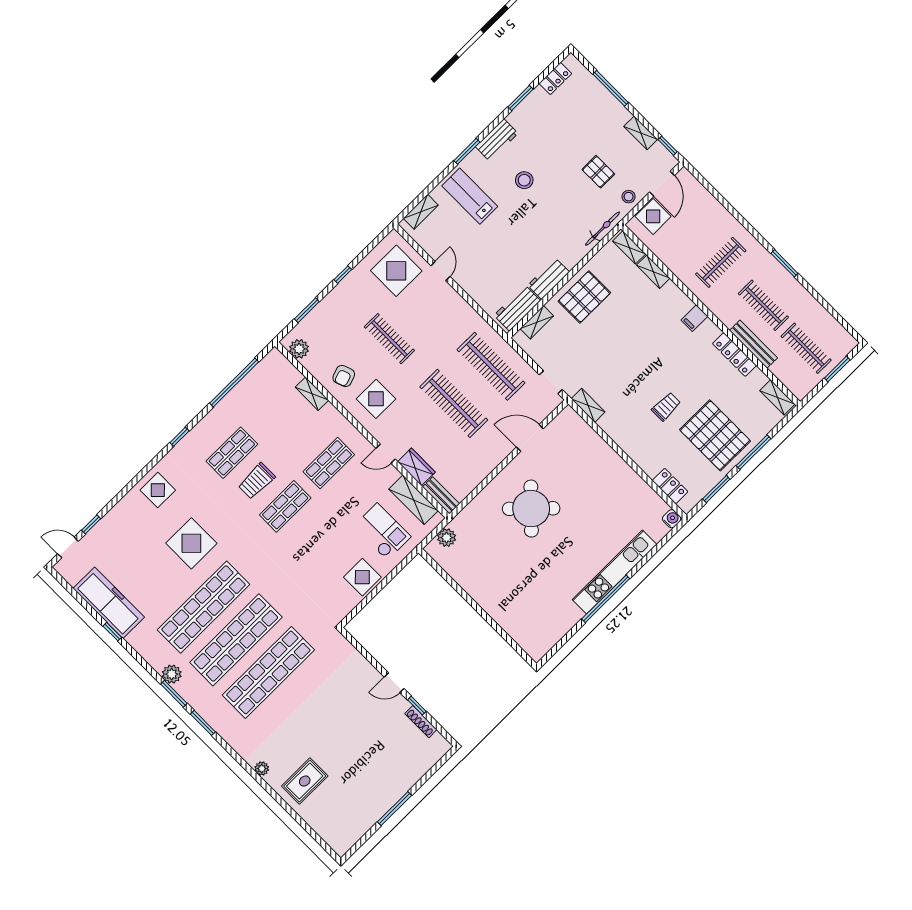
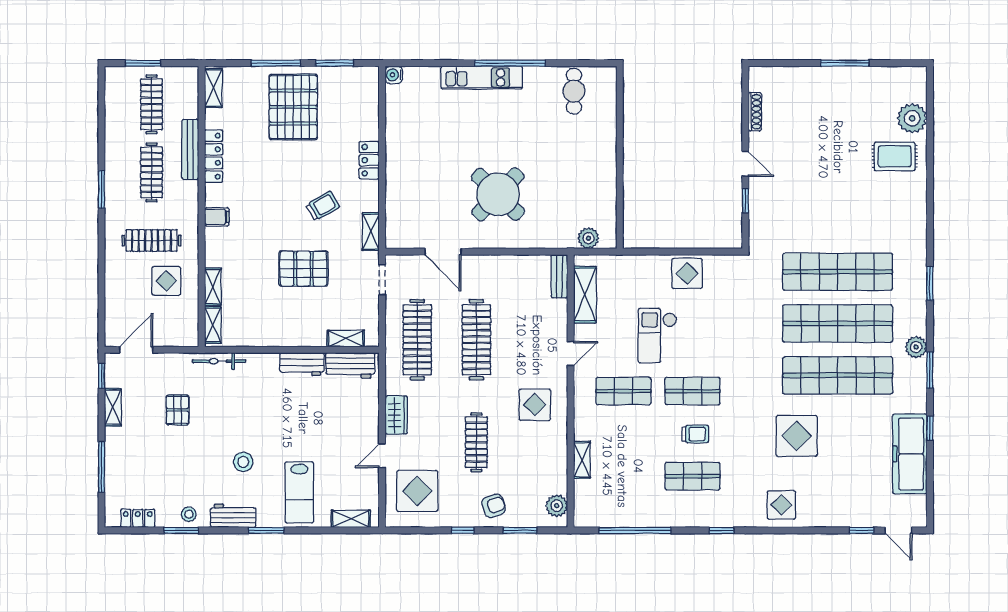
stool: (629, 197) -> (189, 514), moved
display table: (653, 216) -> (166, 281), moved
pallet: (584, 297) -> (303, 269), moved
armchair: (344, 376) -> (493, 506), moved
trolley: (666, 407) -> (323, 206), moved, turned 150
door: (386, 454) -> (571, 353), hinge flipped
wardrobe: (416, 467) -> (396, 415), moved, turned 180
trolley: (257, 481) -> (695, 434), width x0.73, depth x0.72
locker: (670, 486) -> (369, 160), moved
checkout: (382, 532) -> (657, 336), moved
kitchen unit: (615, 572) -> (482, 78), width x0.73
cafe table: (548, 621) -> (574, 91), added
window: (174, 694) -> (930, 370), moved
window: (417, 706) -> (745, 201), moved
plant: (262, 769) -> (912, 118), moved, width x1.87, depth x1.87

